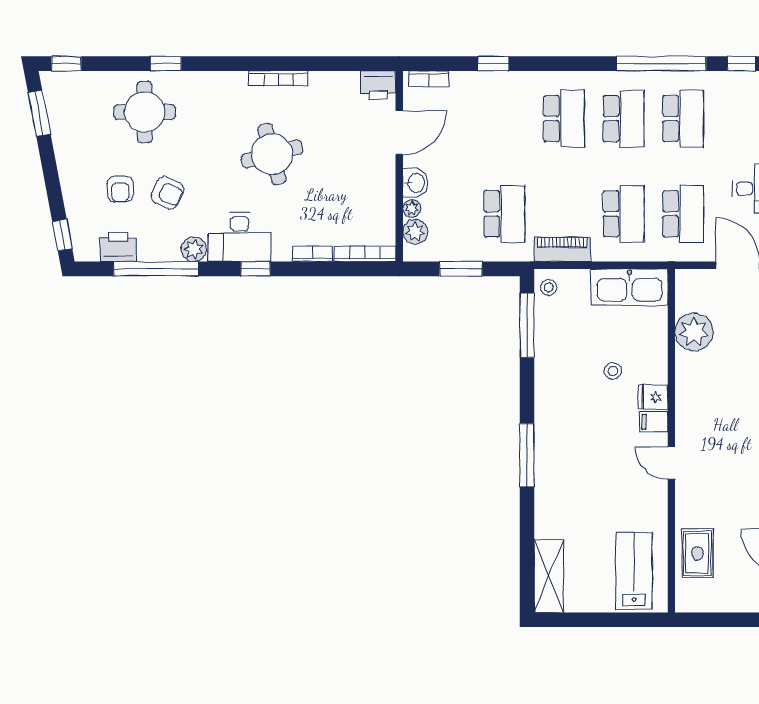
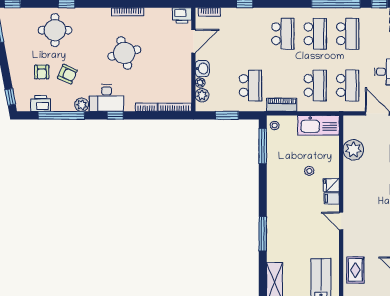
window: (527, 455) -> (263, 234), moved

